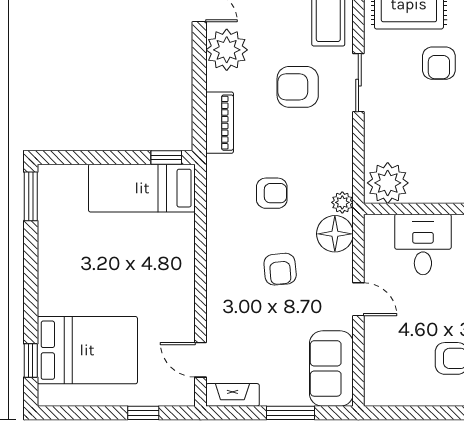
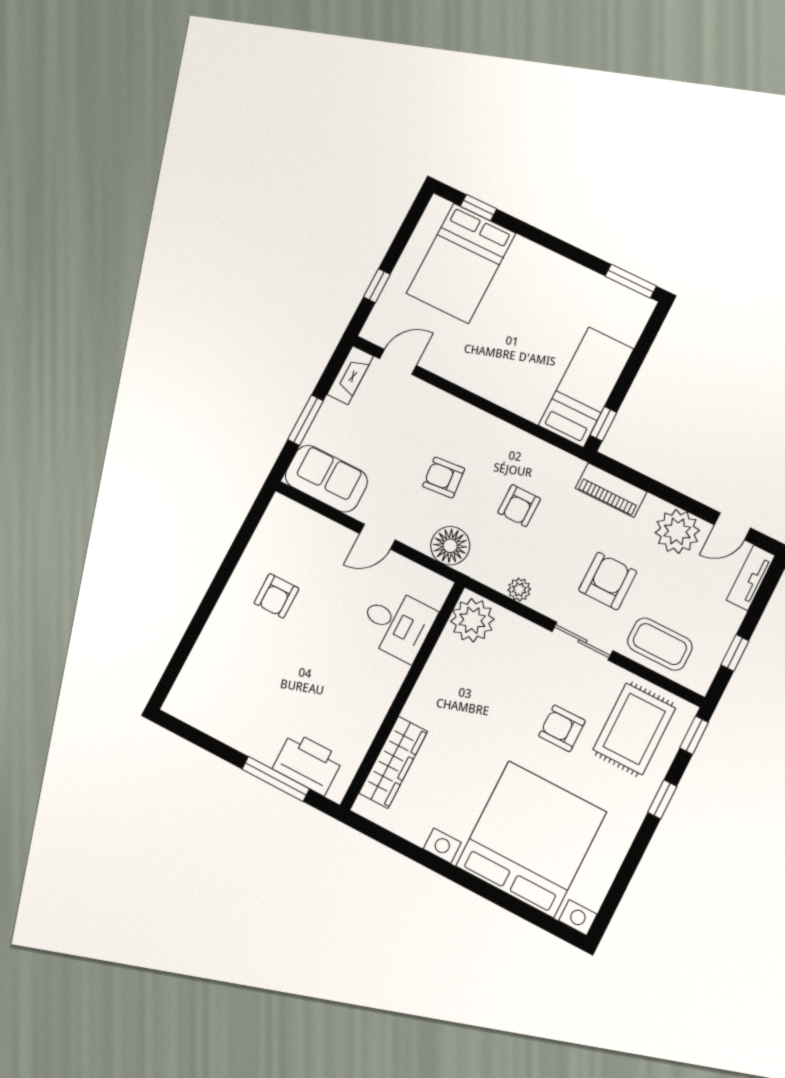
plant: (342, 202) -> (519, 590), moved

